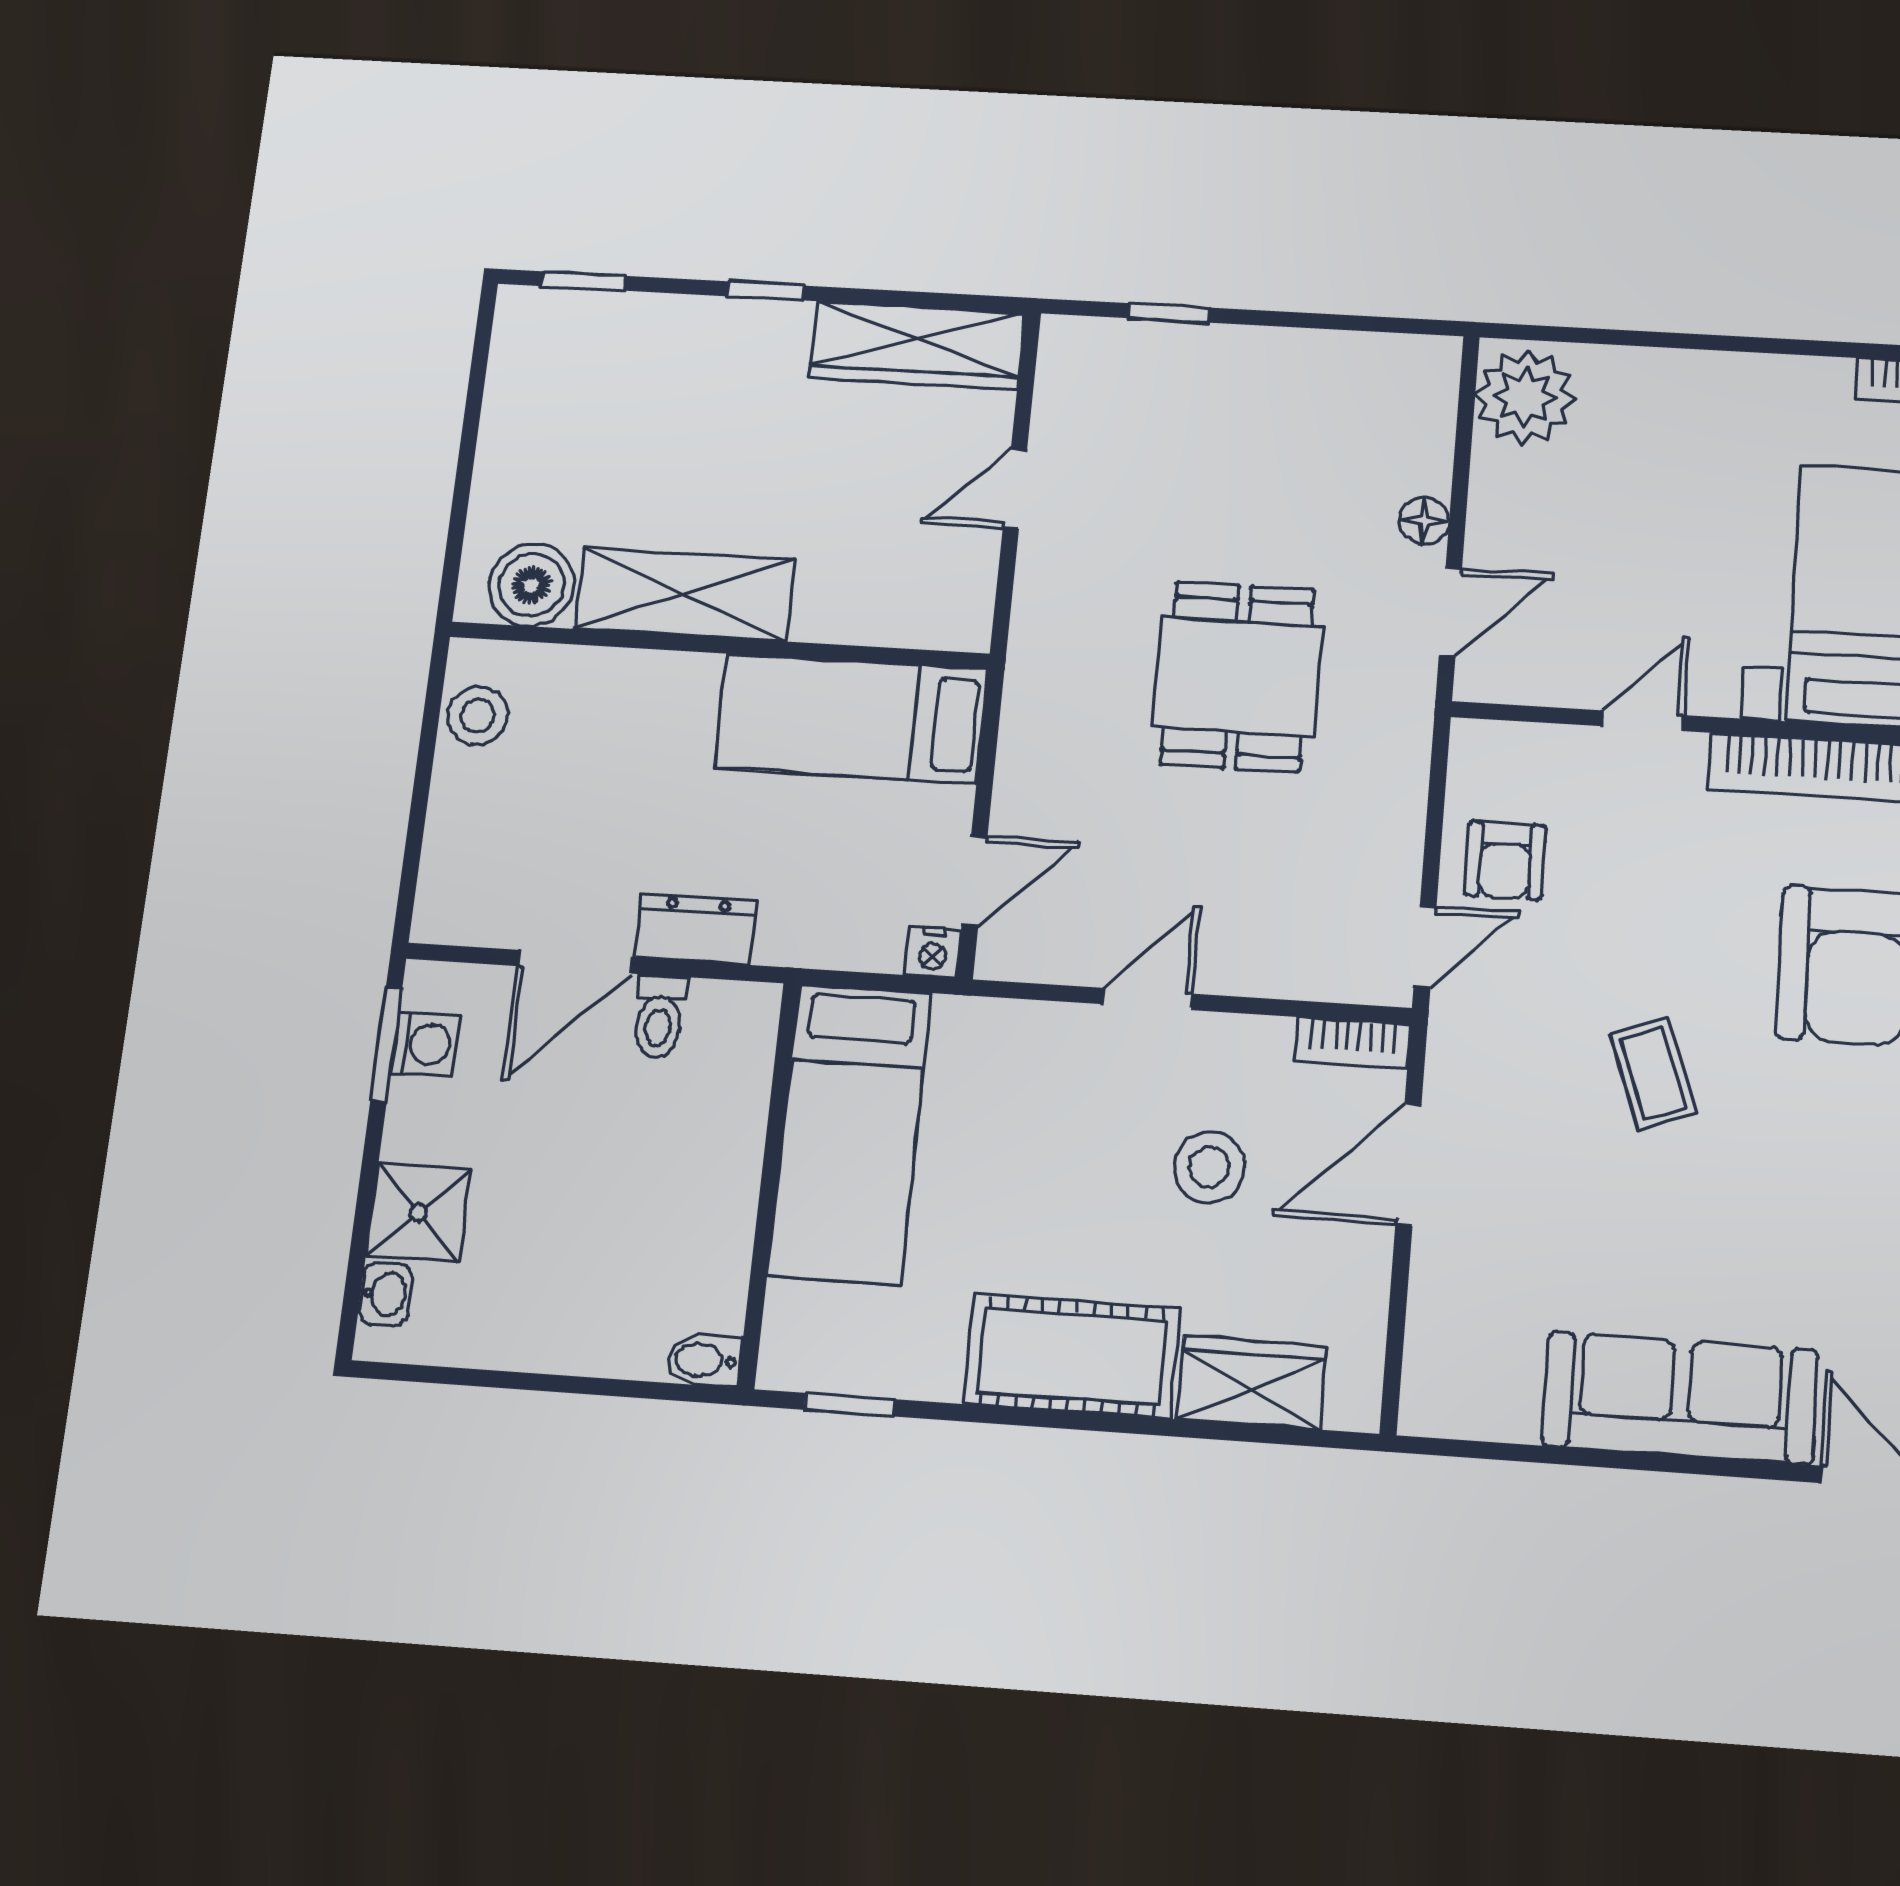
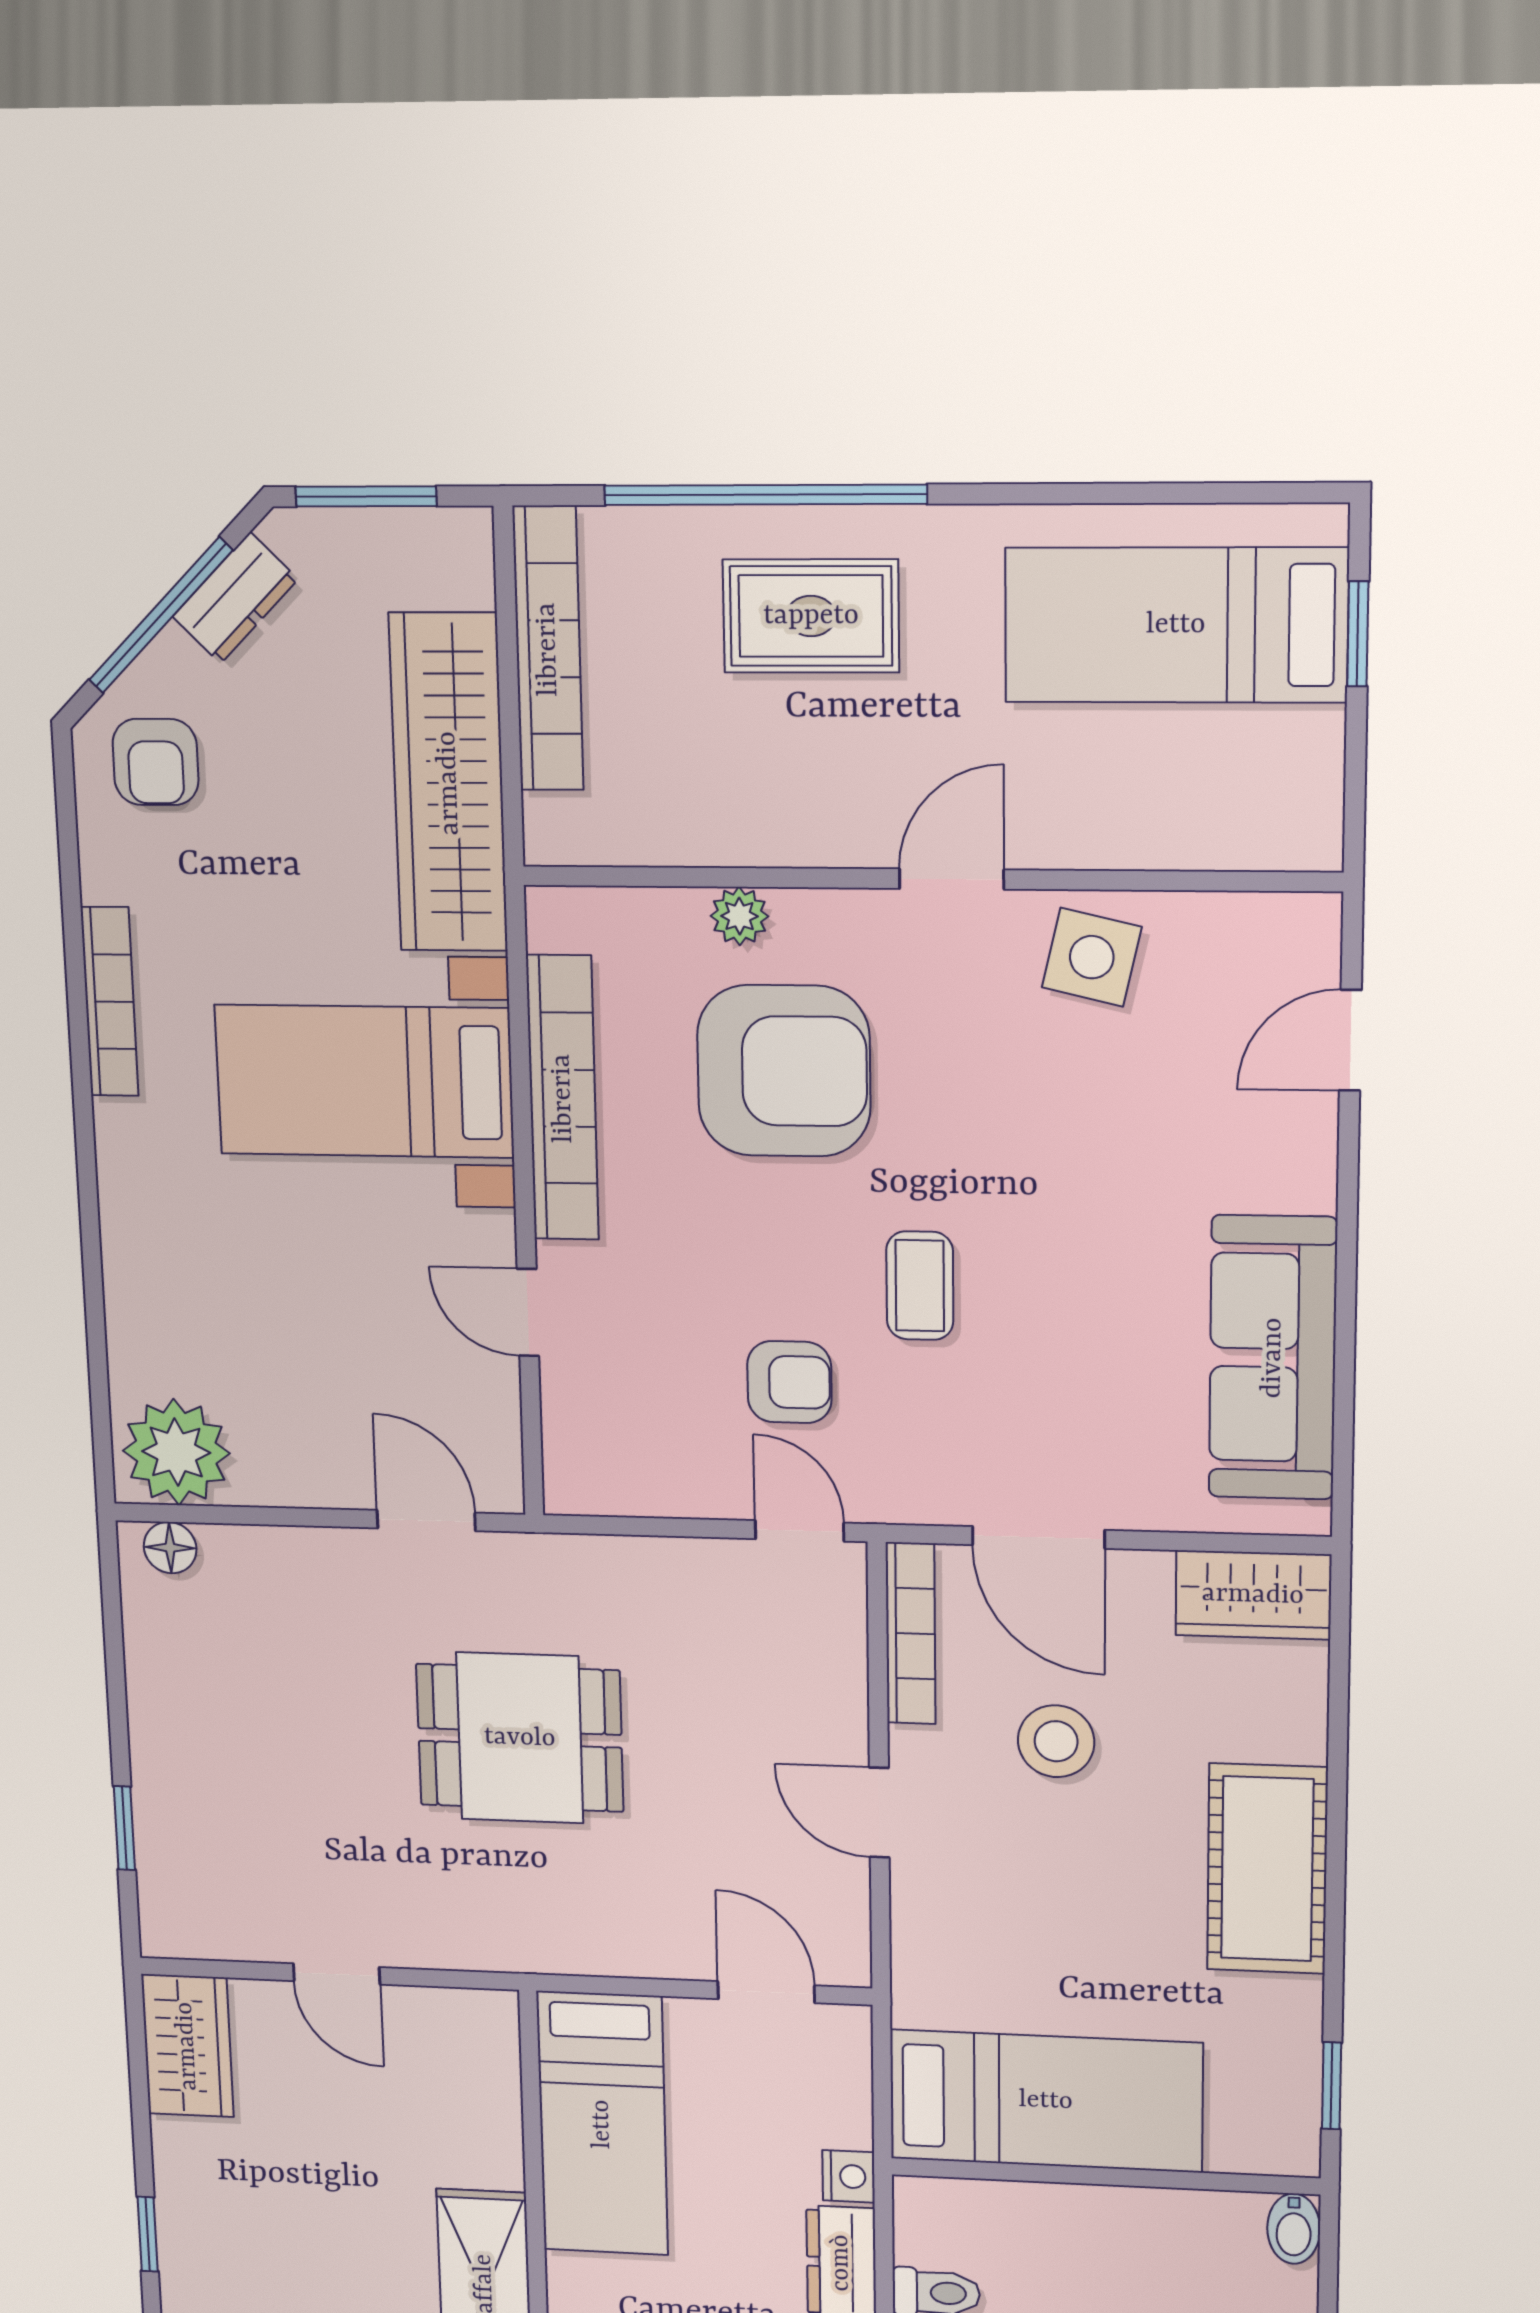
wardrobe: (917, 345) -> (187, 2046), width x0.67
floor lamp: (1424, 521) -> (170, 1548), moved
armchair: (1505, 860) -> (789, 1382), moved
nightstand: (933, 953) -> (849, 2176), moved
bookcase: (1353, 1043) -> (911, 1633), width x1.56
coffee table: (1653, 1073) -> (920, 1286), turned -70
wardrobe: (1251, 1383) -> (1253, 1595), moved, turned -90
sofa: (1680, 1398) -> (1273, 1358), moved

